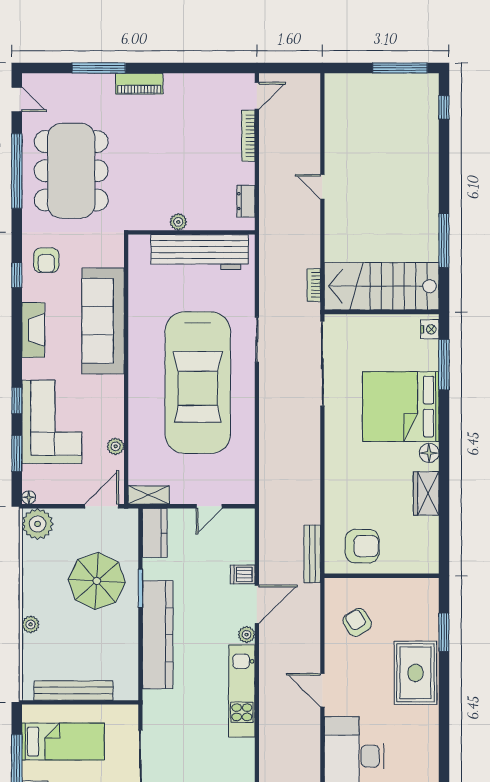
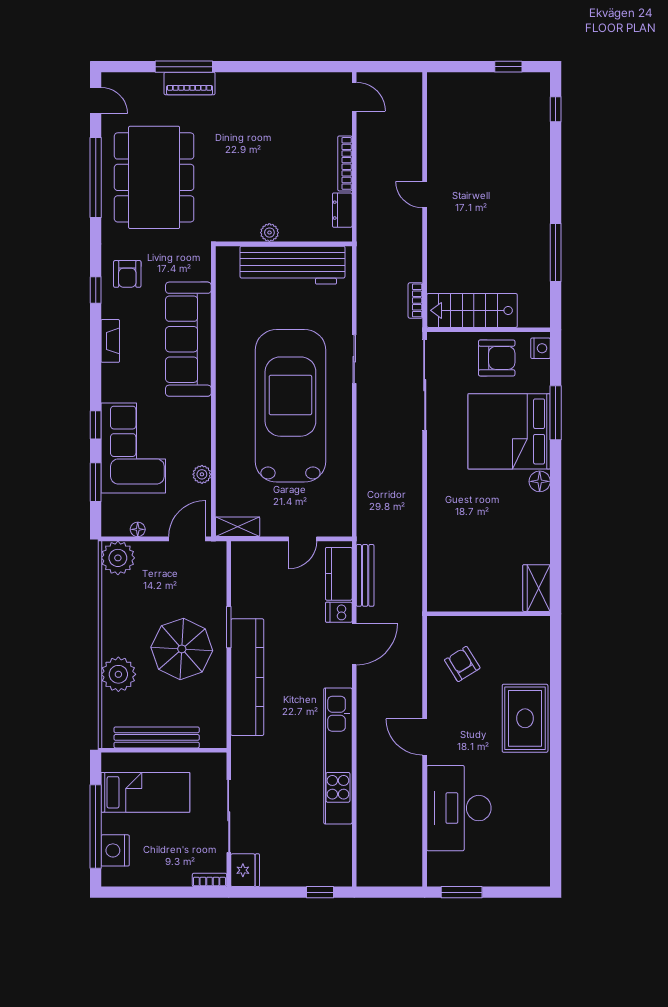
window: (400, 68) -> (508, 67), width x0.46
piano: (139, 84) -> (190, 83), moved
door: (257, 96) -> (354, 97), hinge flipped
bookcase: (248, 136) -> (345, 163), moved
stairs: (382, 286) -> (472, 310), width x0.73, depth x0.66
fireplace: (33, 330) -> (110, 341), width x0.73, depth x0.76
window: (444, 365) -> (556, 413), moved
car: (198, 383) -> (290, 406), turned 180
wardrobe: (426, 493) -> (537, 588), moved
floor lamp: (29, 497) -> (138, 529), moved
kitchen counter: (155, 533) -> (339, 574), moved, turned 180
armchair: (362, 546) -> (497, 358), moved
bench: (312, 554) -> (365, 575), moved
parasol: (97, 581) -> (182, 649), moved
plant: (31, 624) -> (118, 674), width x1.88, depth x1.88
window: (444, 632) -> (556, 675), removed
plant: (247, 635) -> (343, 677), removed
kitchen unit: (242, 691) -> (338, 756), width x1.36

